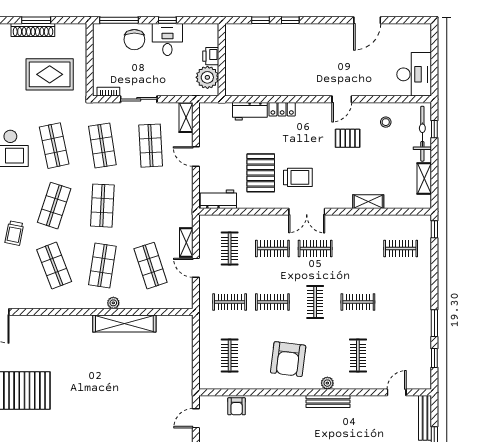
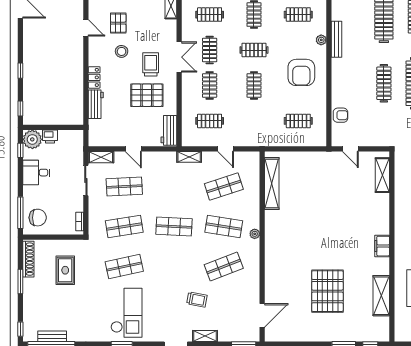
window: (167, 20) -> (20, 150), moved
window: (260, 20) -> (20, 108), moved
shoe rack: (33, 30) -> (28, 259), moved
chair: (134, 40) -> (38, 218), moved
rug: (50, 74) -> (65, 270), width x0.73, depth x0.70
plant: (207, 77) -> (32, 139), moved
sliding door: (139, 99) -> (86, 180), moved
stool: (313, 142) -> (122, 51), added
door: (196, 156) -> (133, 149), hinge flipped
shop shelf: (54, 206) -> (174, 266), removed
shelving: (186, 243) -> (189, 157), moved
door: (196, 268) -> (226, 149), hinge flipped
clothes rail: (230, 302) -> (210, 15), moved, turned 90
plant: (113, 303) -> (255, 234), moved
shelving: (124, 323) -> (272, 184), moved
armchair: (288, 359) -> (301, 72), turned 83

